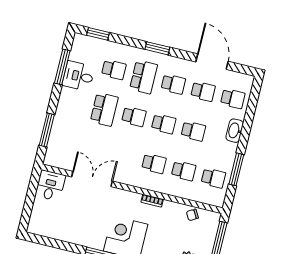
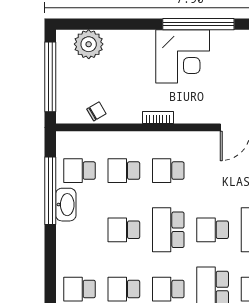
school desk: (164, 124) -> (168, 230), width x1.85
washbasin: (235, 131) -> (66, 205), moved
window: (236, 169) -> (50, 191), width x1.46

